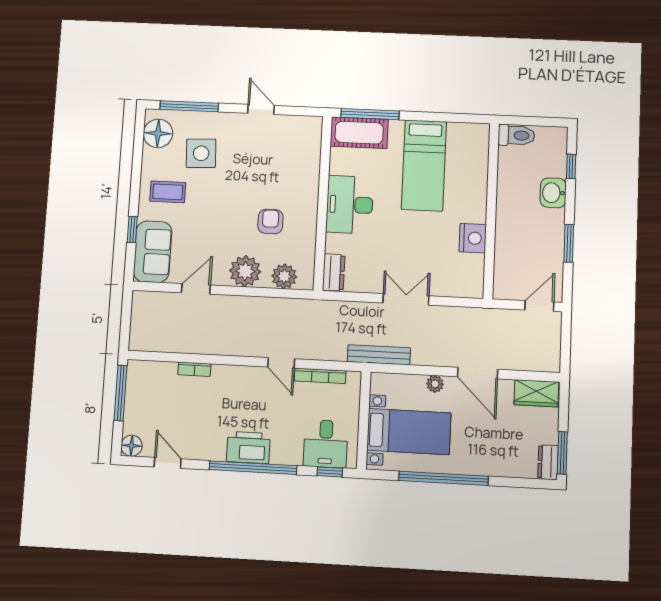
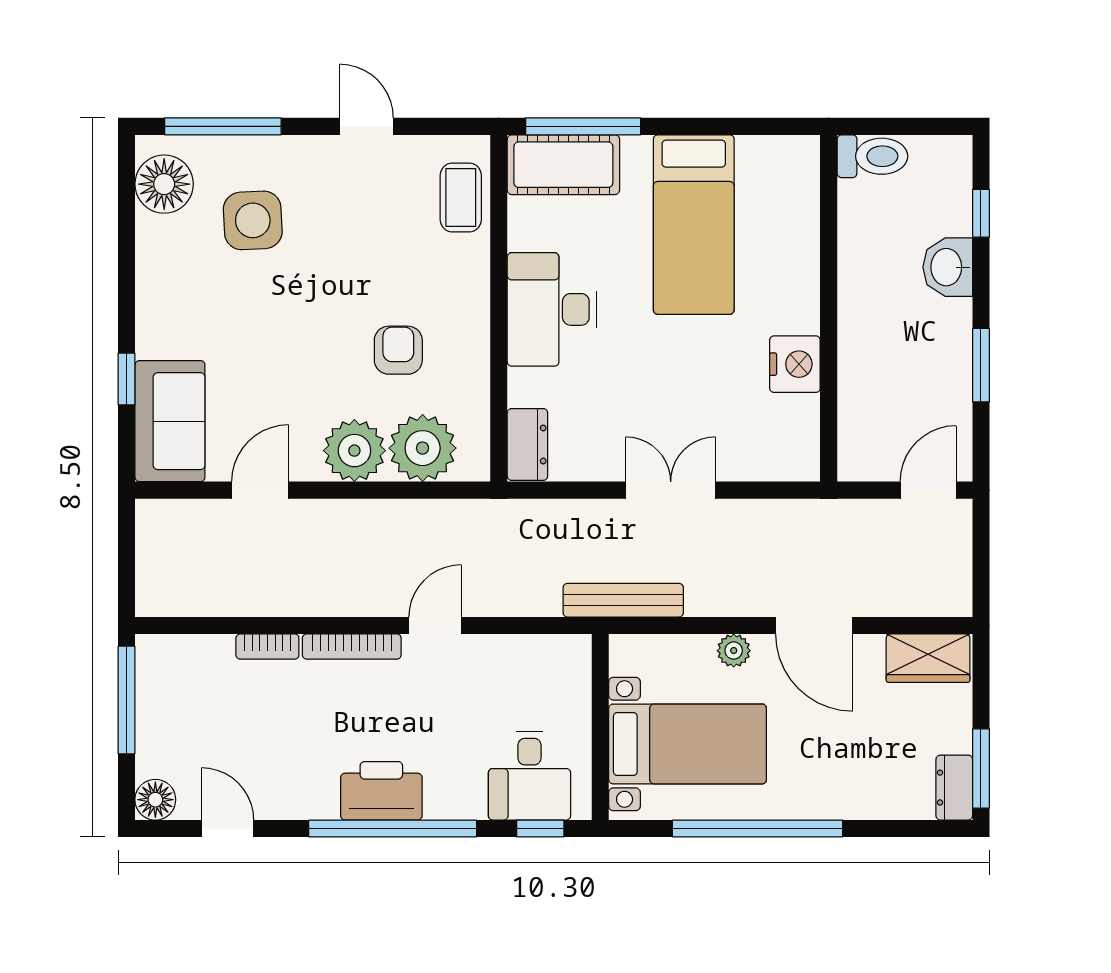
coffee table: (168, 192) -> (461, 198), moved, turned 90
plant: (284, 276) -> (423, 448), width x1.36, depth x1.36
door: (281, 363) -> (435, 625), swing flipped
bookcase: (320, 376) -> (352, 647), moved

